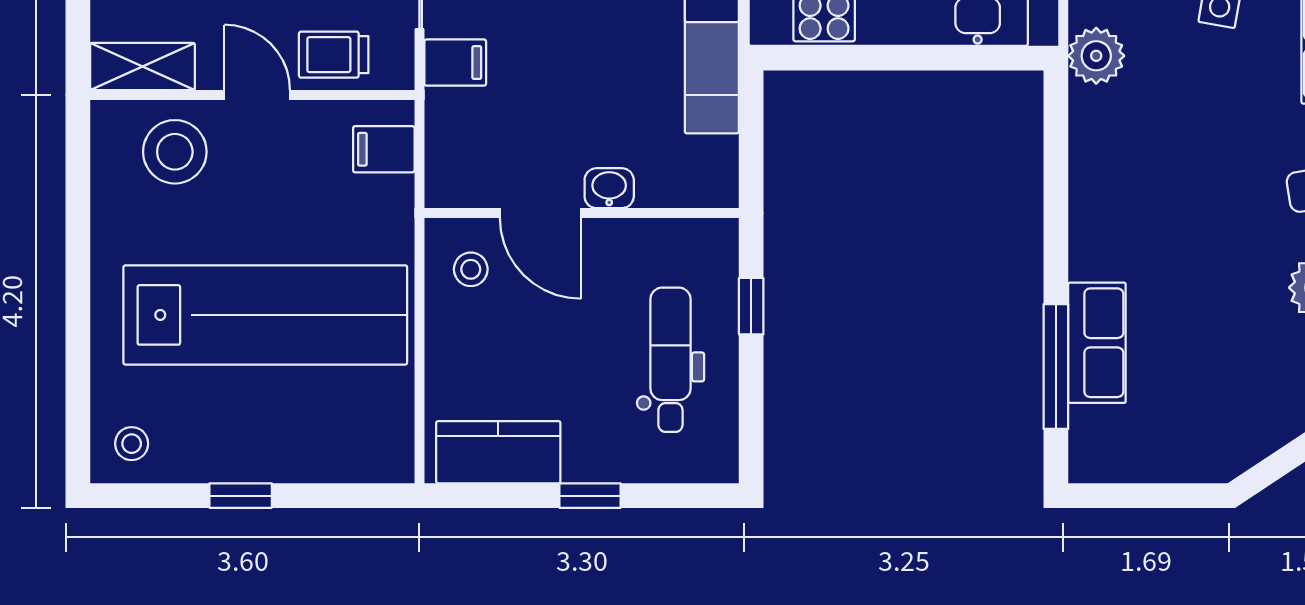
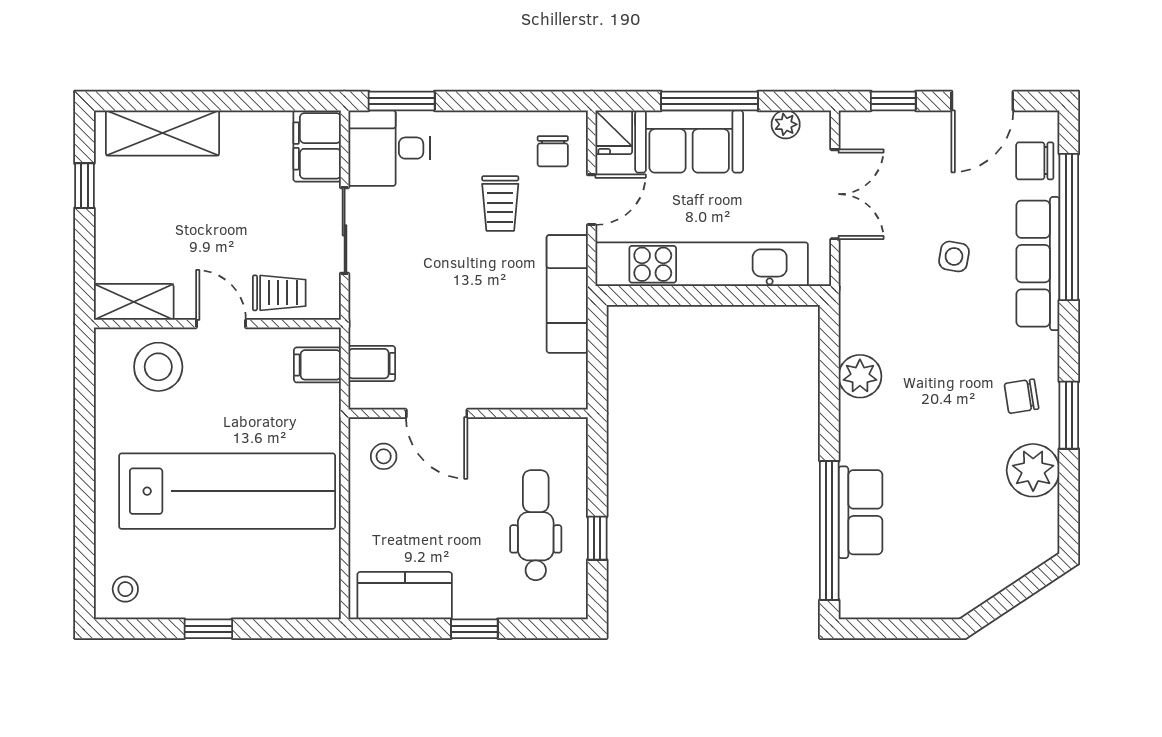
trolley: (334, 55) -> (279, 293), turned 180
plant: (1096, 56) -> (860, 376), moved
filing cabinet: (455, 63) -> (372, 364), moved
washbasin: (609, 188) -> (489, 395), removed
window: (751, 306) -> (597, 538), moved
window: (1056, 367) -> (829, 530), width x1.46

